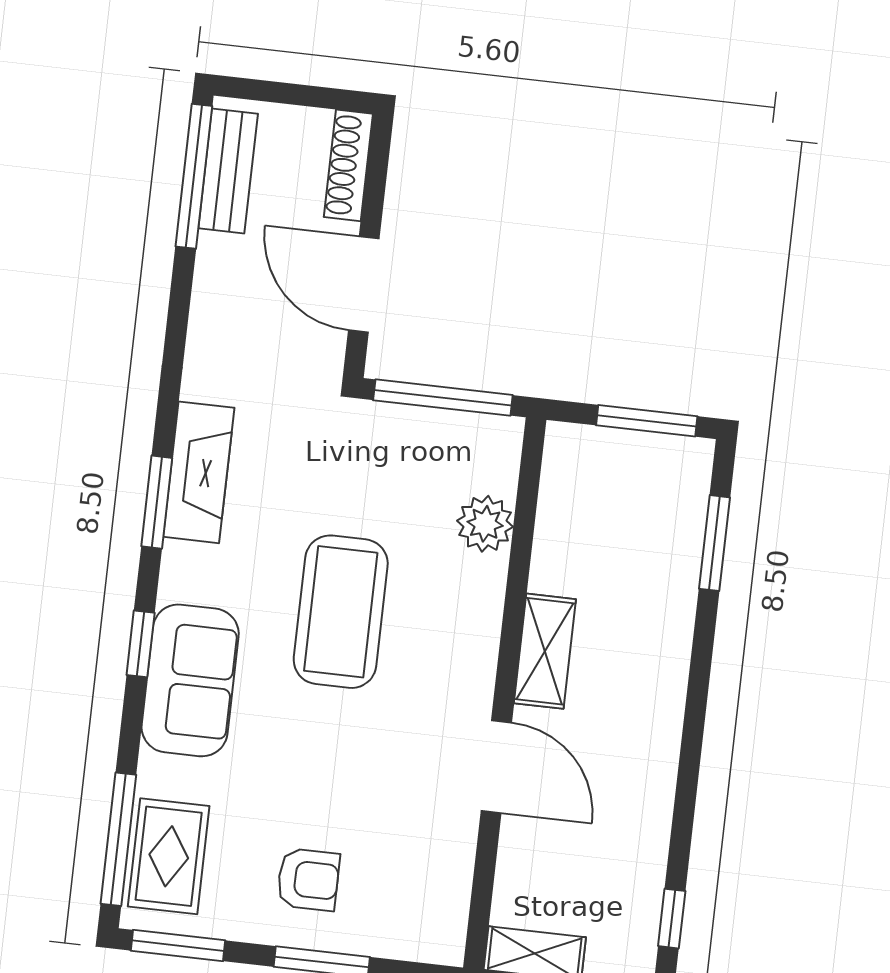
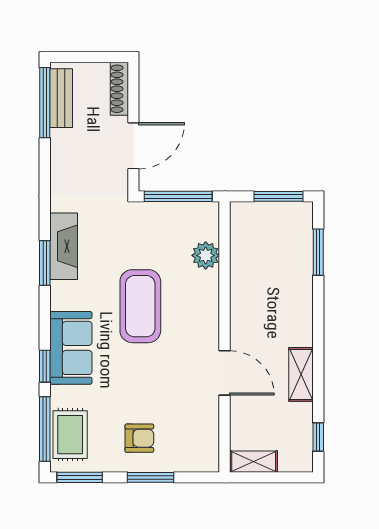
door: (364, 284) -> (133, 146), swing flipped
window: (141, 644) -> (45, 366), moved
shelving: (545, 651) -> (301, 374), moved

